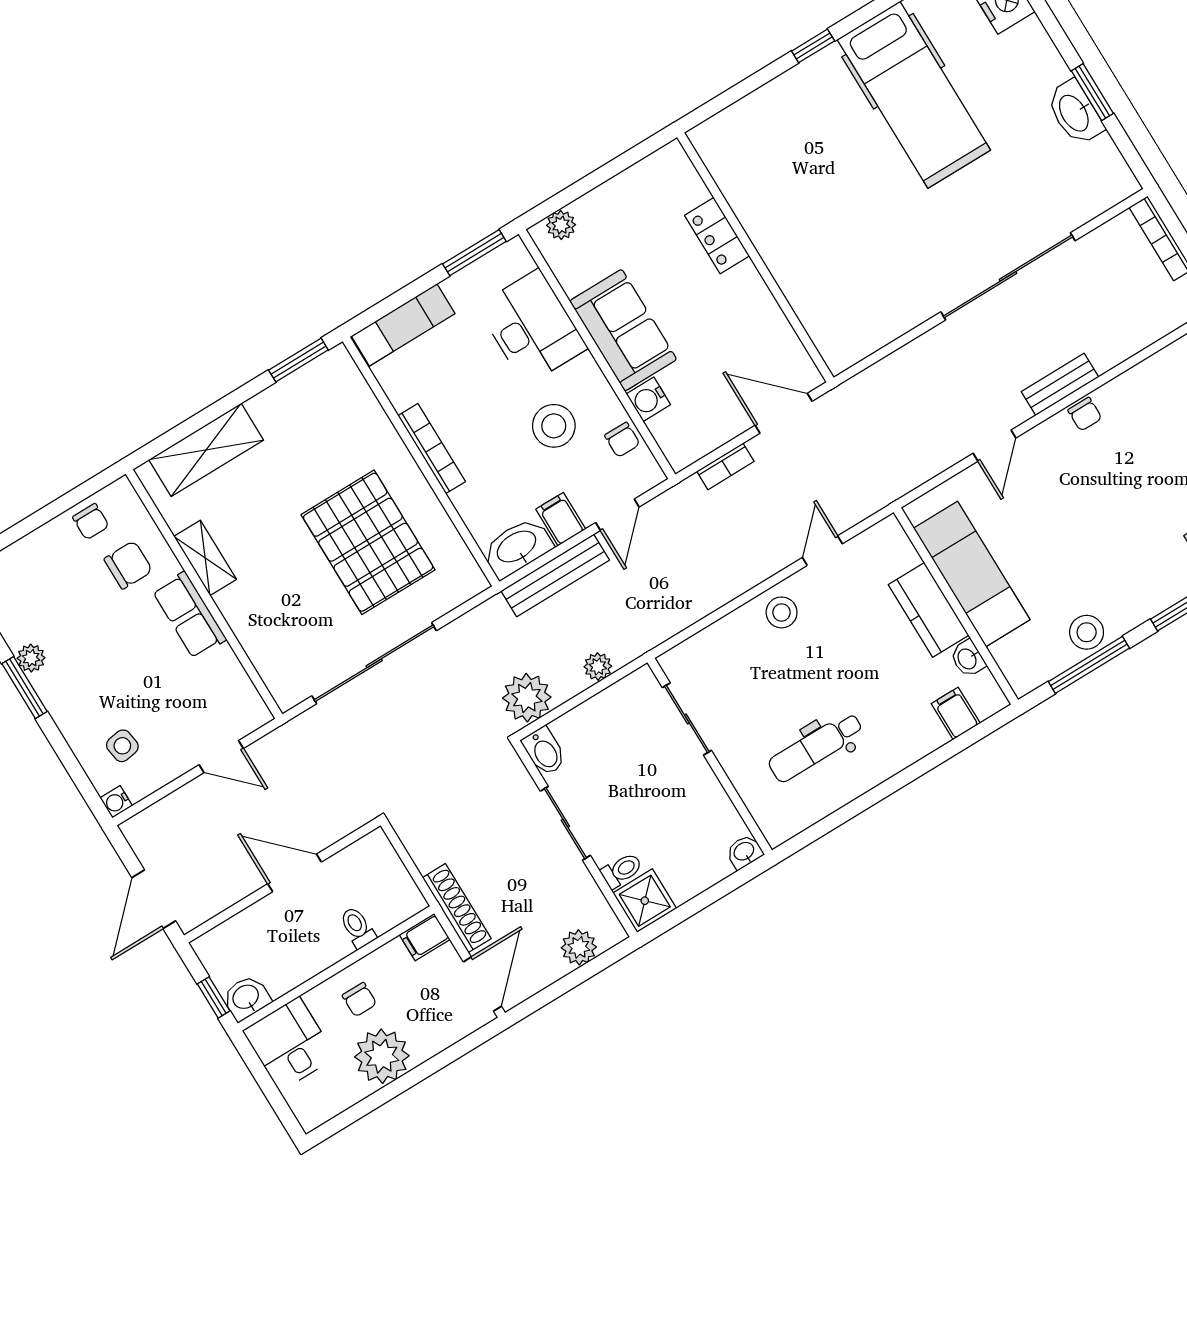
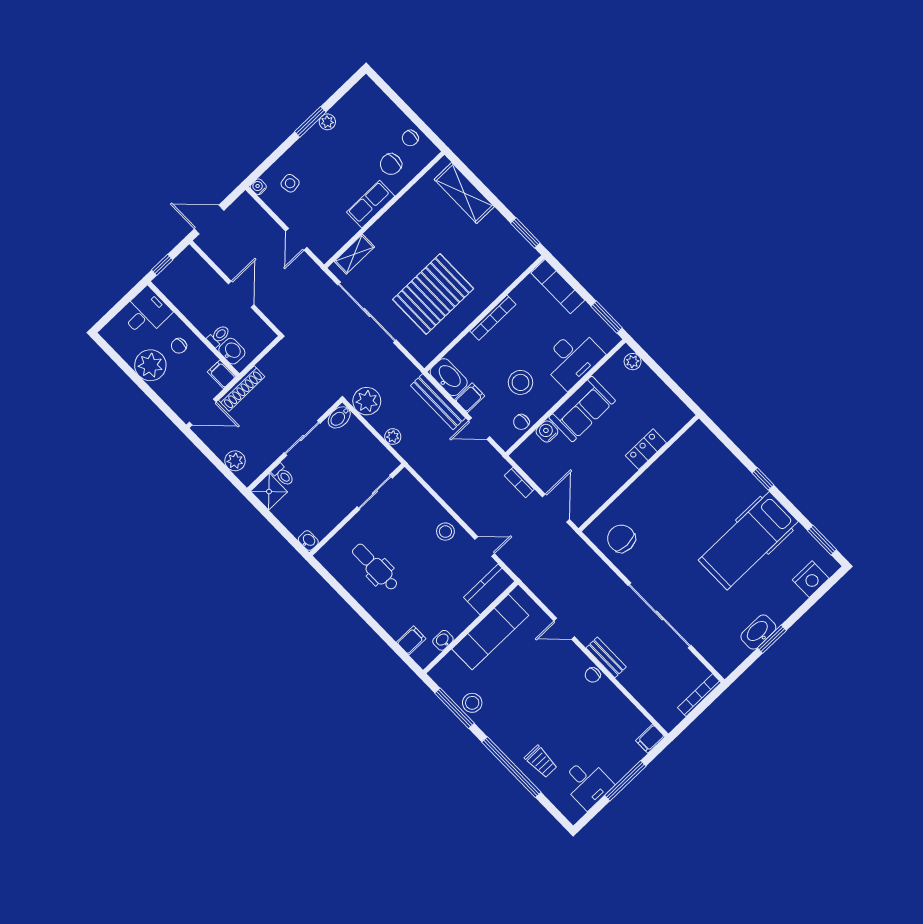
chair: (861, 312) -> (621, 539), added
shelving: (205, 558) -> (354, 254), moved
chair: (128, 565) -> (391, 164), turned 90
kitchen counter: (929, 610) -> (489, 589), moved
washbasin: (246, 998) -> (232, 351), moved

